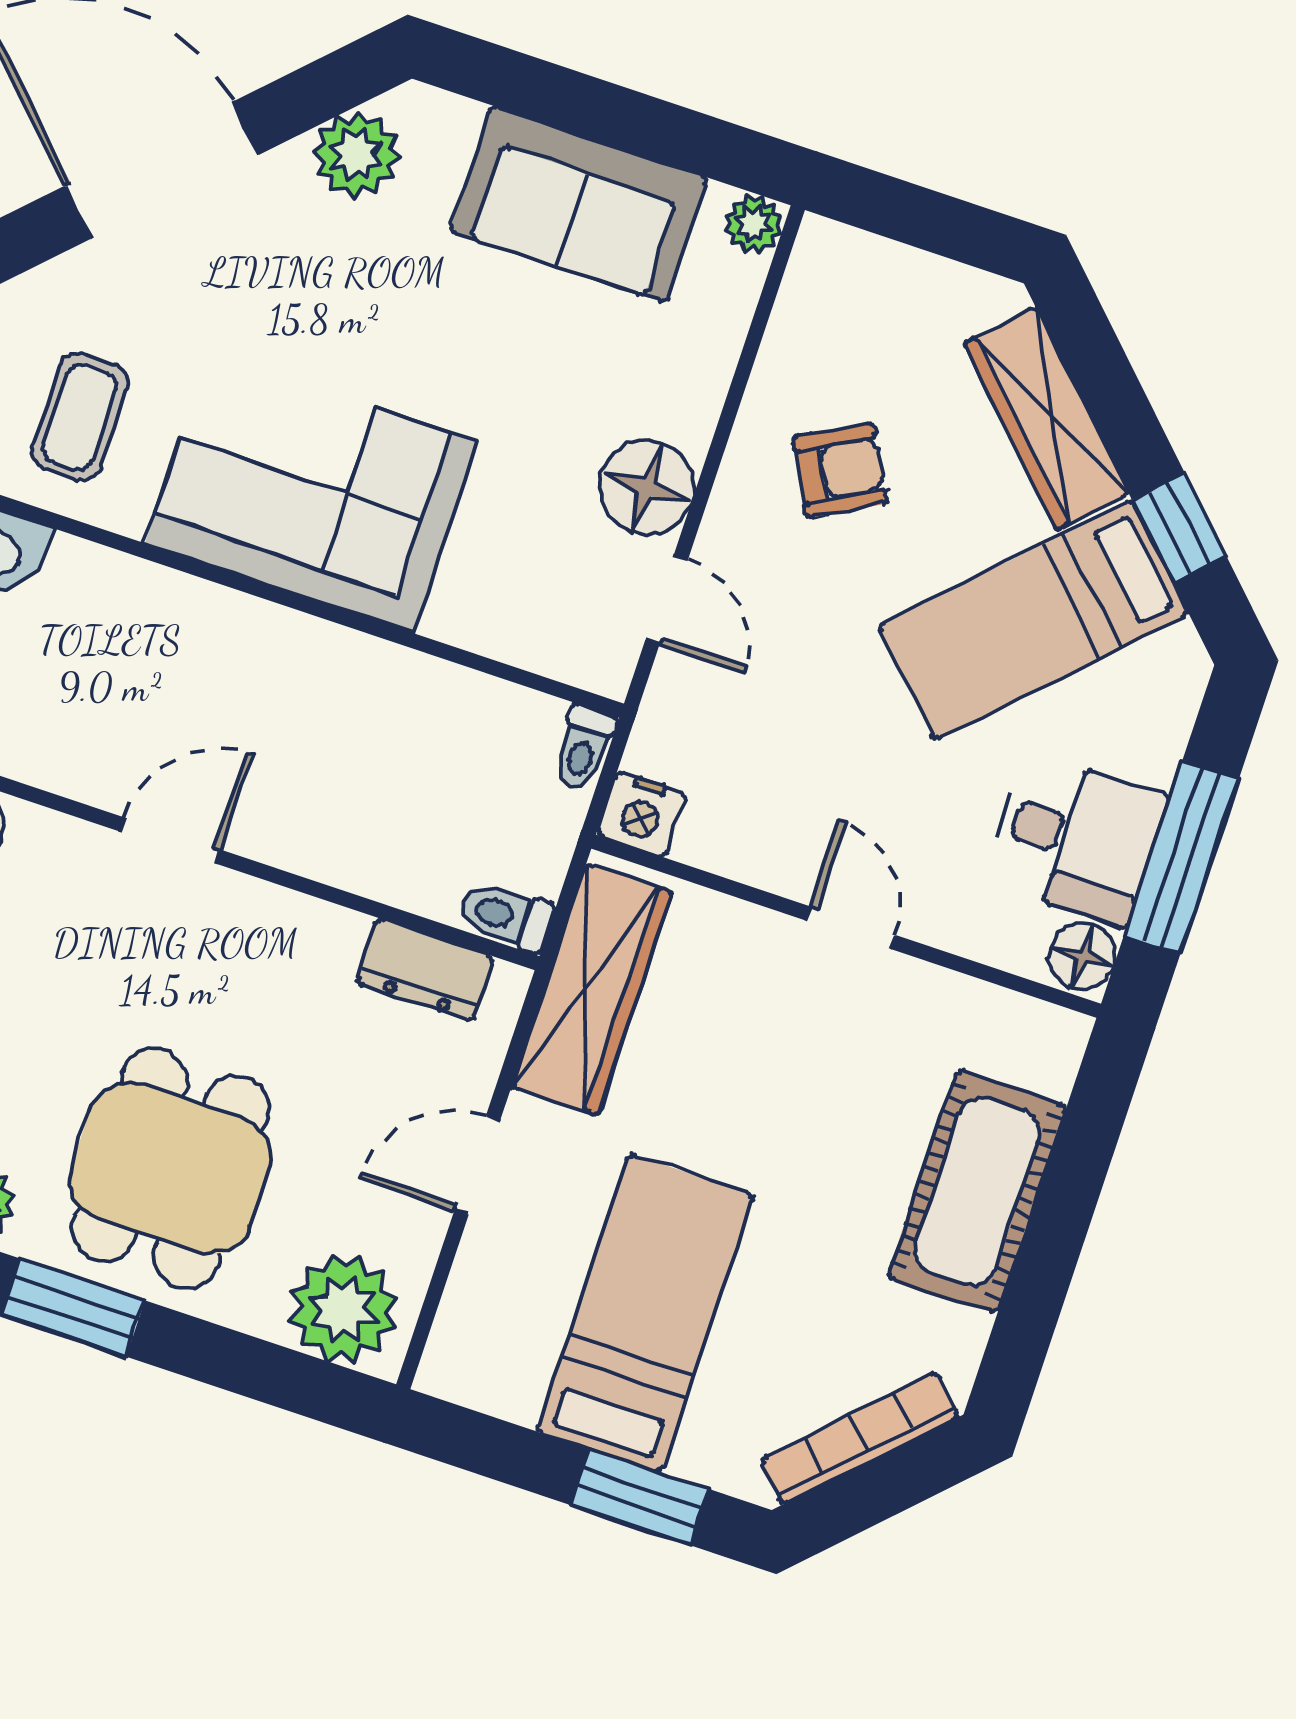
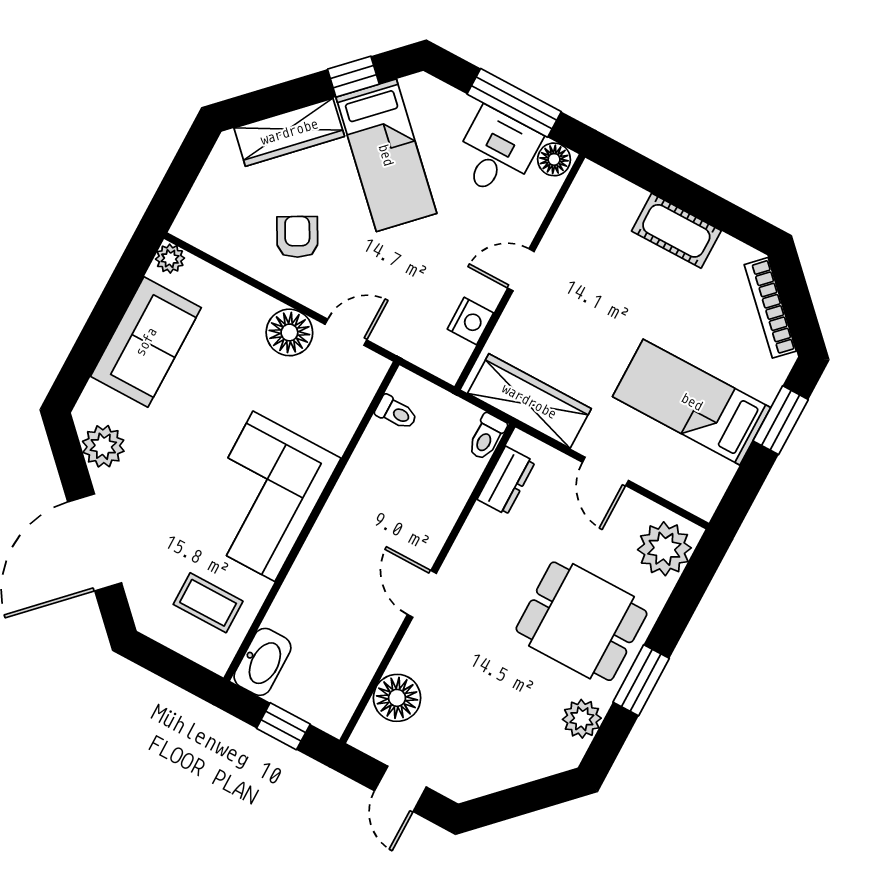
toilet: (583, 748) -> (396, 413), moved
nightstand: (641, 814) -> (470, 321), moved
cot: (977, 1192) -> (676, 231), width x0.73, depth x0.75

